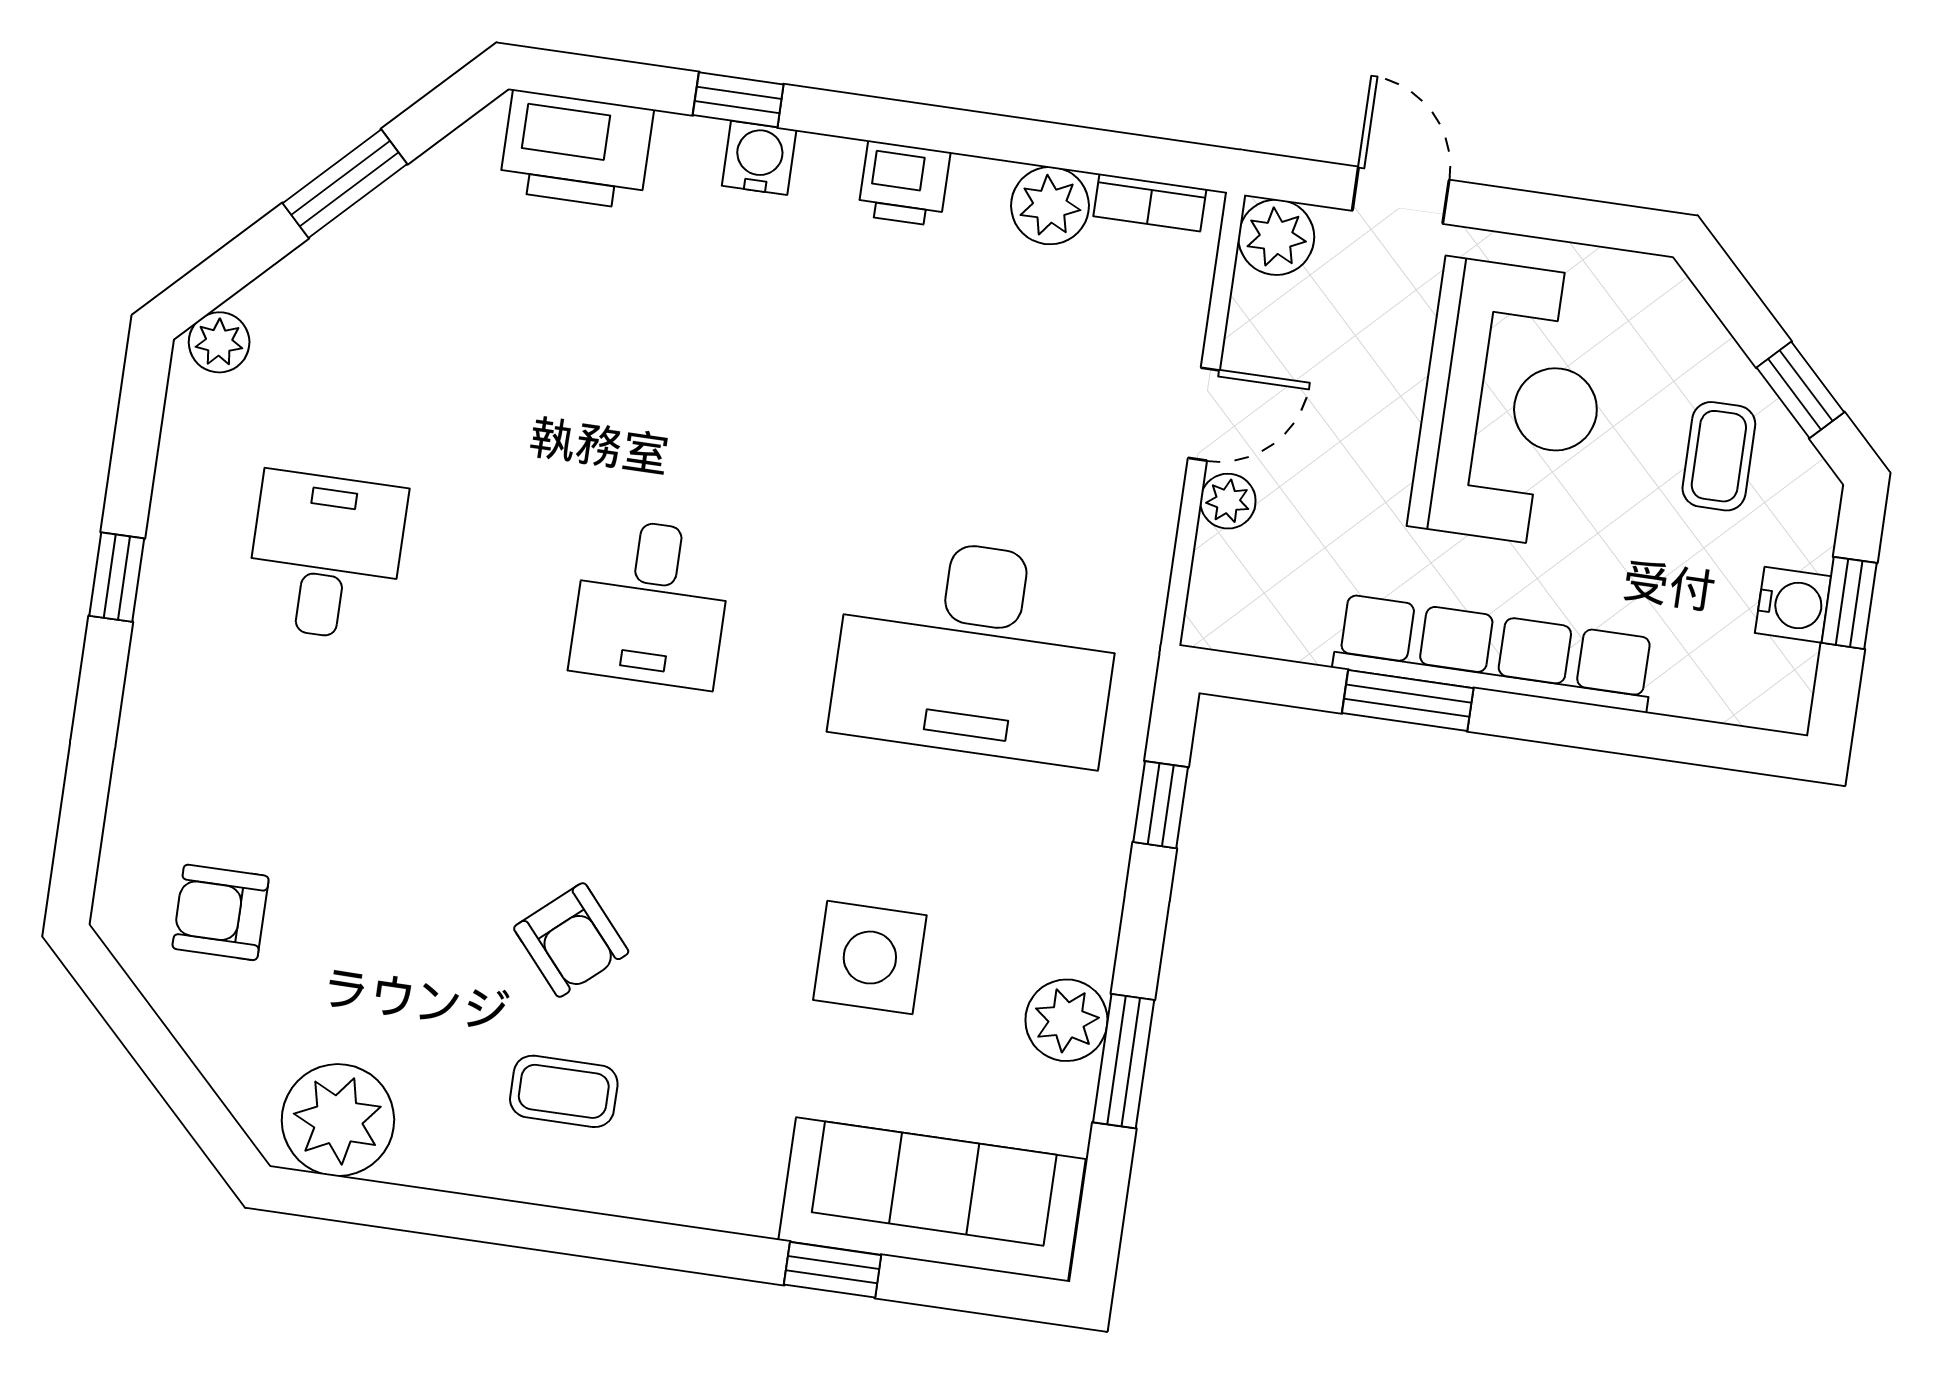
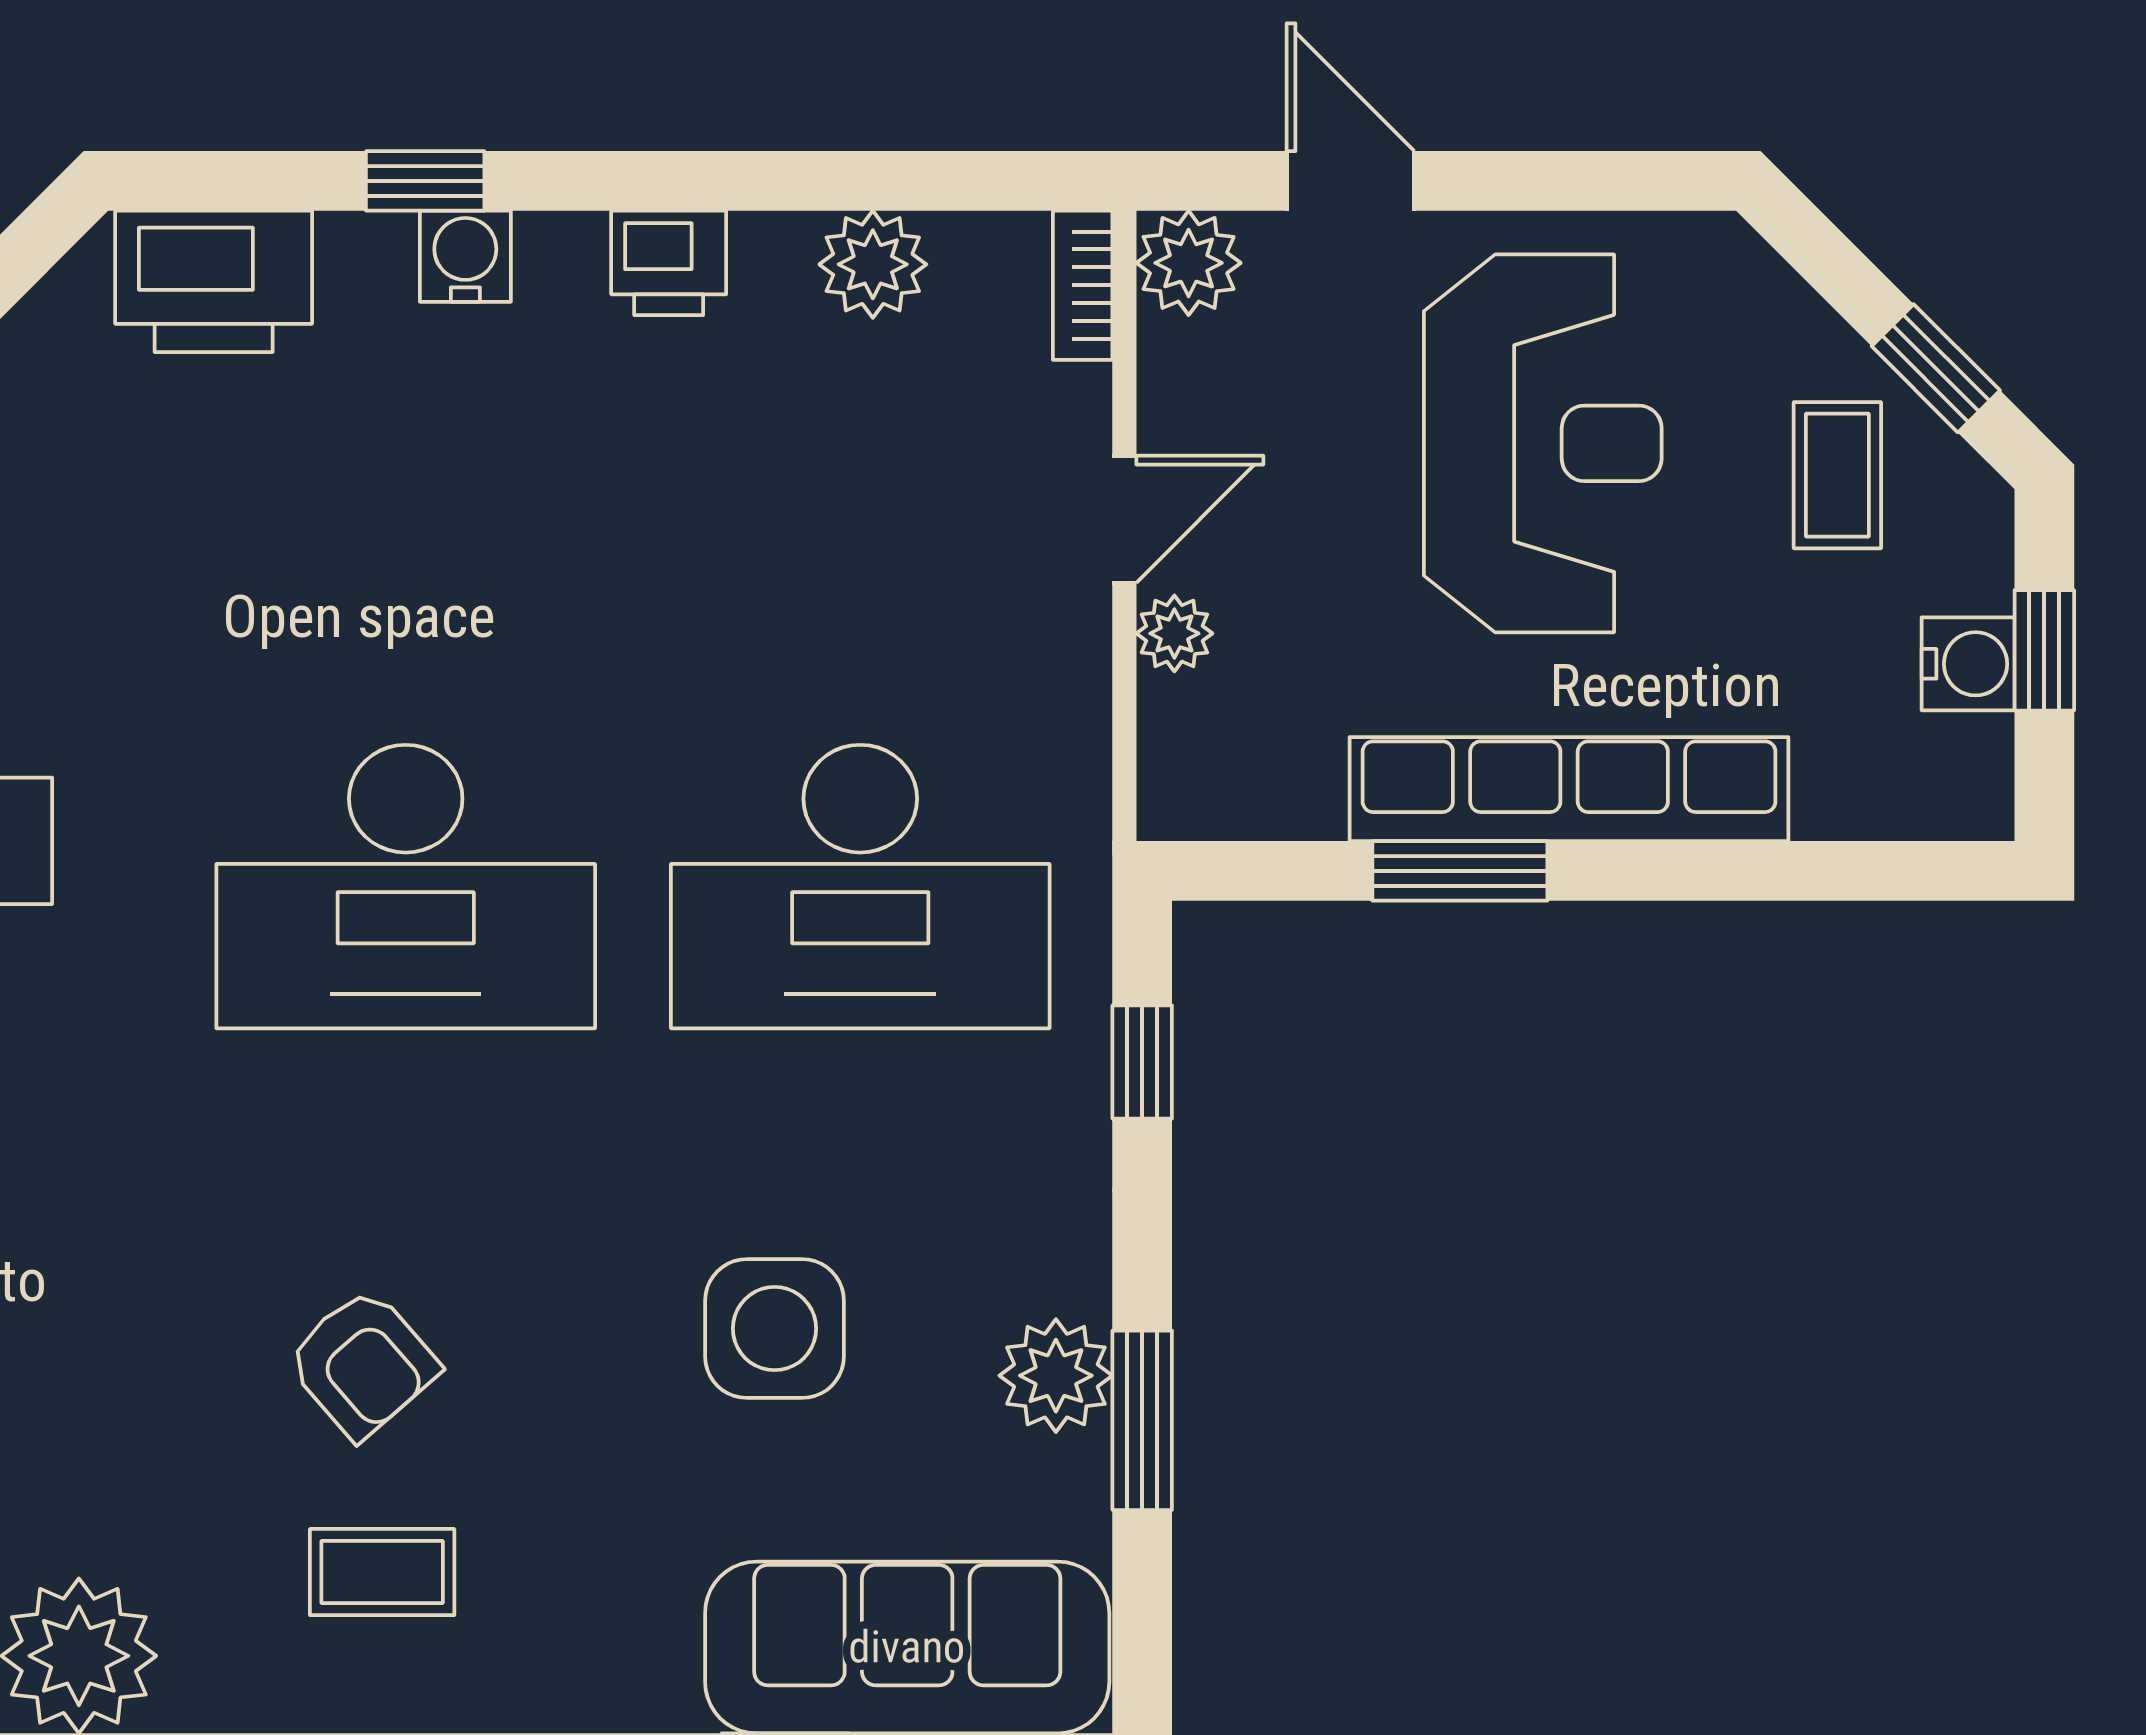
bookcase: (1150, 203) -> (1083, 285), moved, turned 90
desk: (651, 603) -> (406, 887), width x1.87, depth x1.30

